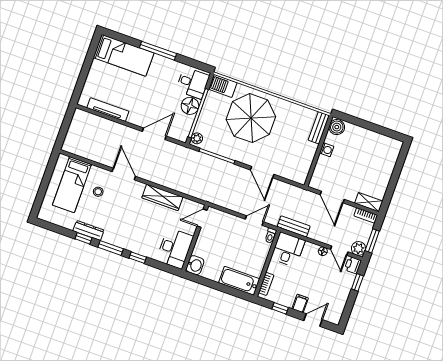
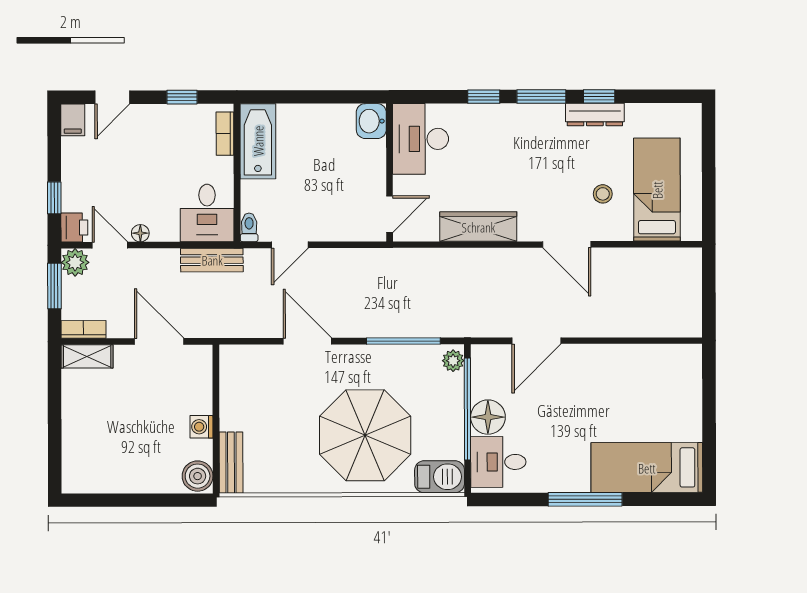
tv unit: (108, 110) -> (640, 355), removed
bathtub: (239, 281) -> (258, 141), moved, turned -90
filing cabinet: (300, 303) -> (73, 120), moved

